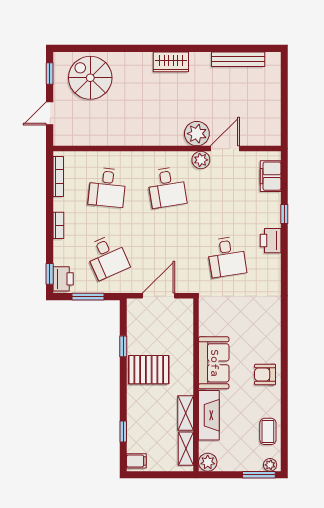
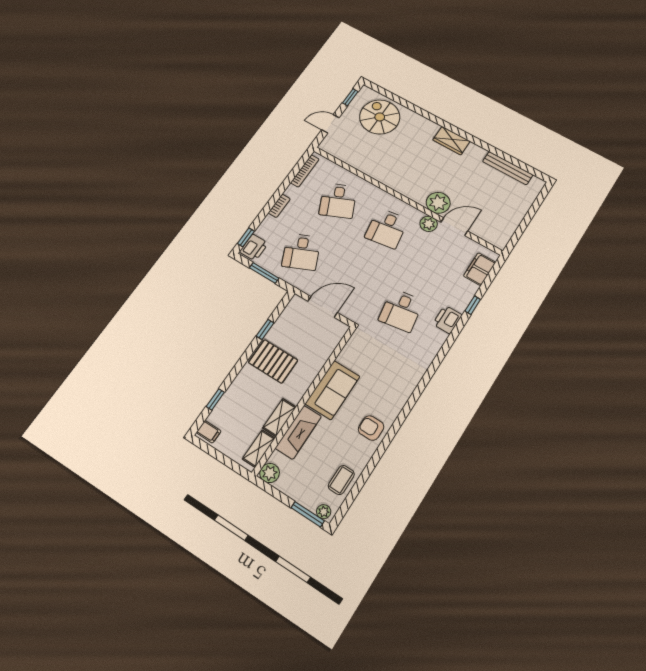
desk: (107, 187) -> (338, 201), turned -30

